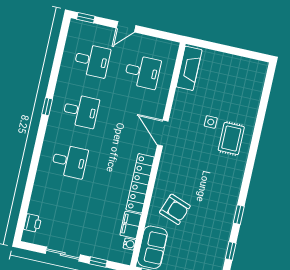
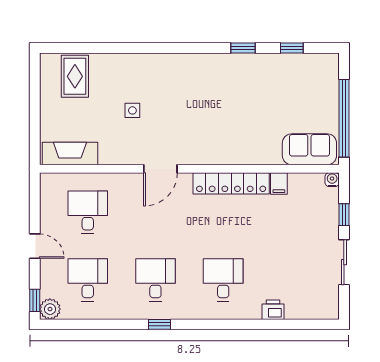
plant: (77, 28) -> (50, 309), added
rug: (231, 139) -> (75, 76), moved, turned 90
armchair: (175, 209) -> (254, 131), removed
printer: (33, 223) -> (273, 310), moved
filing cabinet: (131, 225) -> (279, 184), width x0.50
water cooler: (129, 244) -> (332, 180), moved

